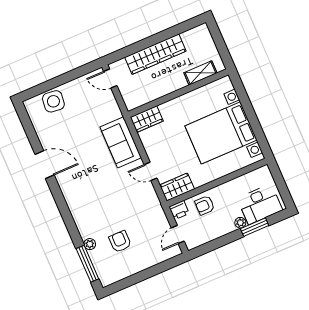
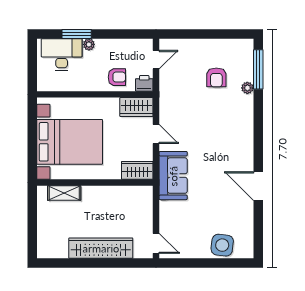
shelving: (200, 73) -> (64, 193), moved
wall: (178, 93) -> (95, 183), moved
wardrobe: (147, 119) -> (137, 170), moved

